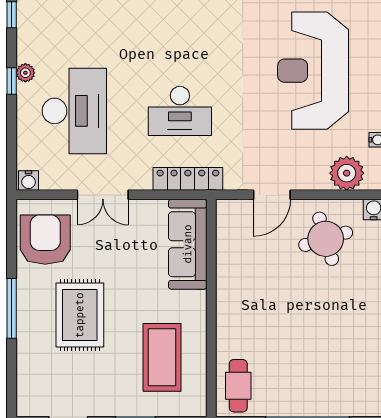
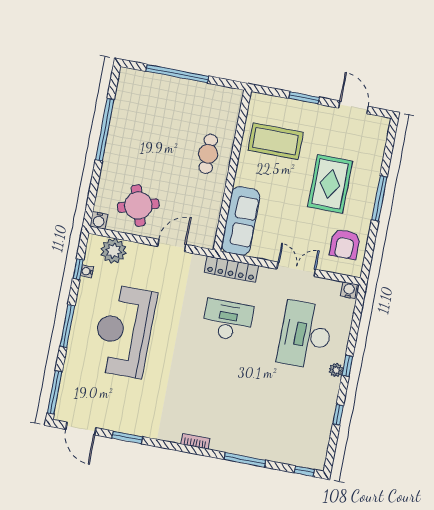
reception desk: (313, 71) -> (124, 331), turned 180
armchair: (45, 240) -> (345, 244), width x0.73, depth x0.73
coffee table: (162, 357) -> (275, 141), turned 90
cafe table: (238, 386) -> (208, 154), moved

